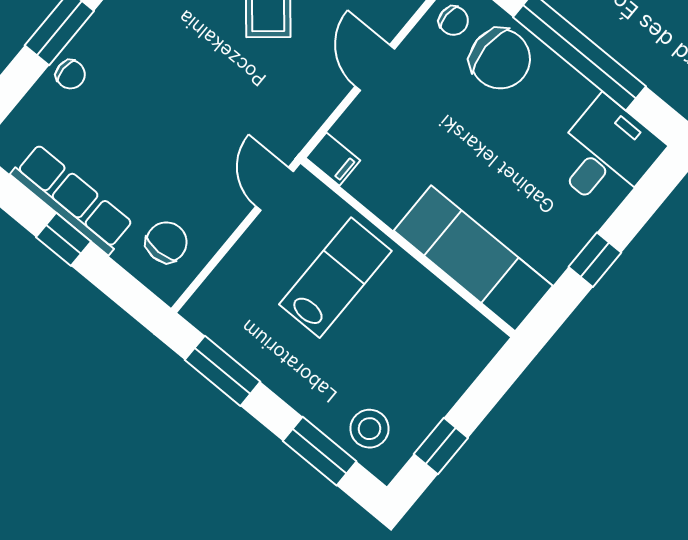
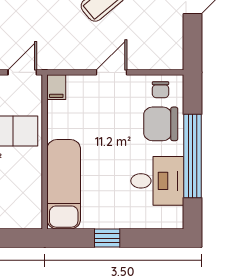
chair: (500, 59) -> (161, 124), turned 90
desk: (606, 154) -> (157, 181), moved

